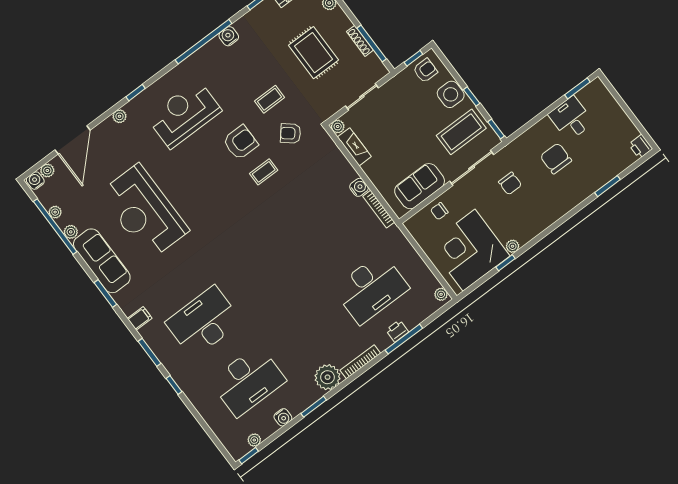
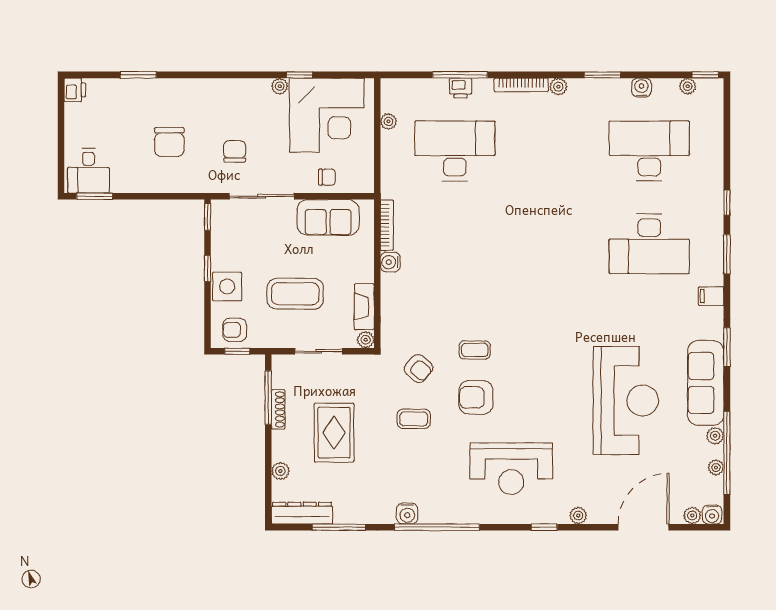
desk: (571, 119) -> (88, 171), moved
coffee table: (461, 132) -> (295, 294), moved
plant: (441, 294) -> (388, 121), moved
plant: (328, 377) -> (558, 87), width x0.53, depth x0.53

